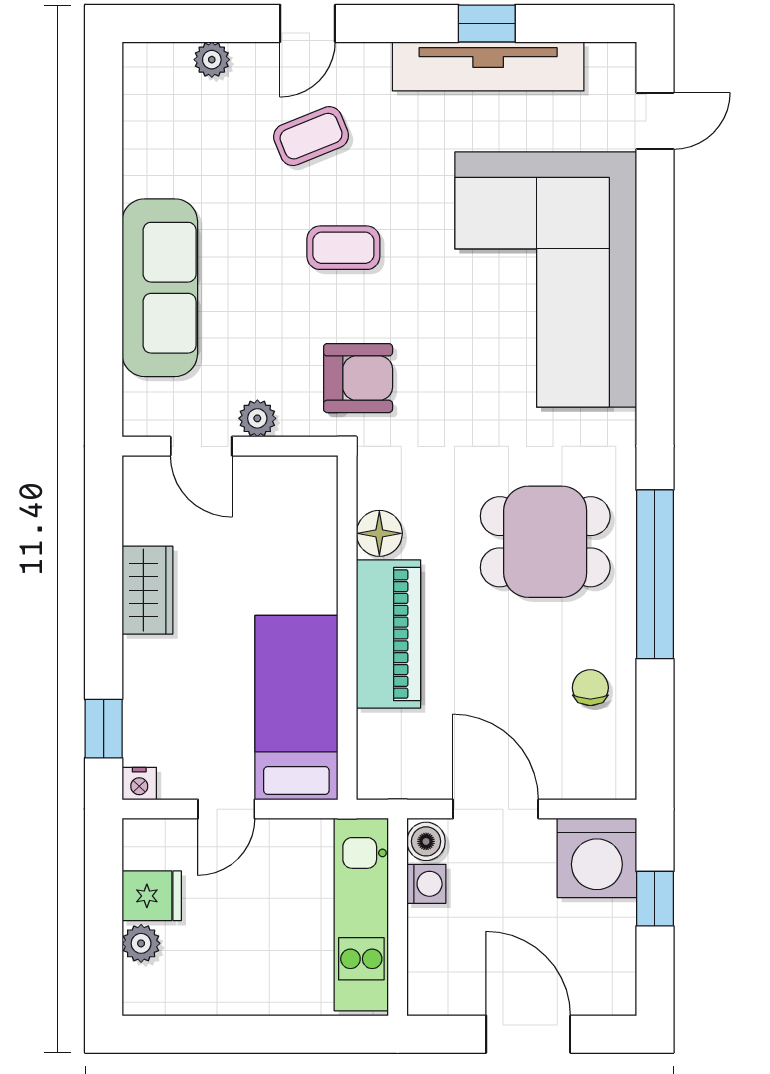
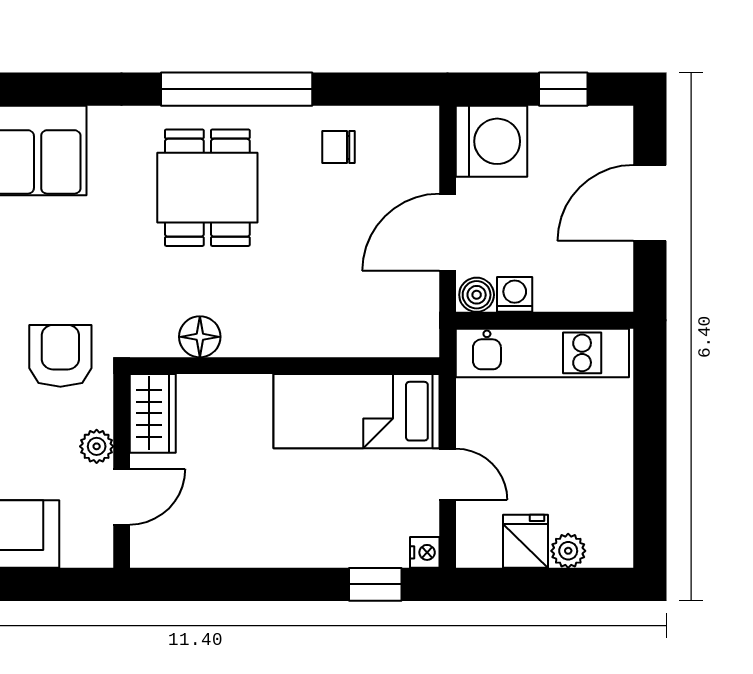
wardrobe: (147, 590) -> (153, 413), moved, turned 90
piano: (388, 634) -> (290, 329), removed
window: (655, 899) -> (563, 89), moved

